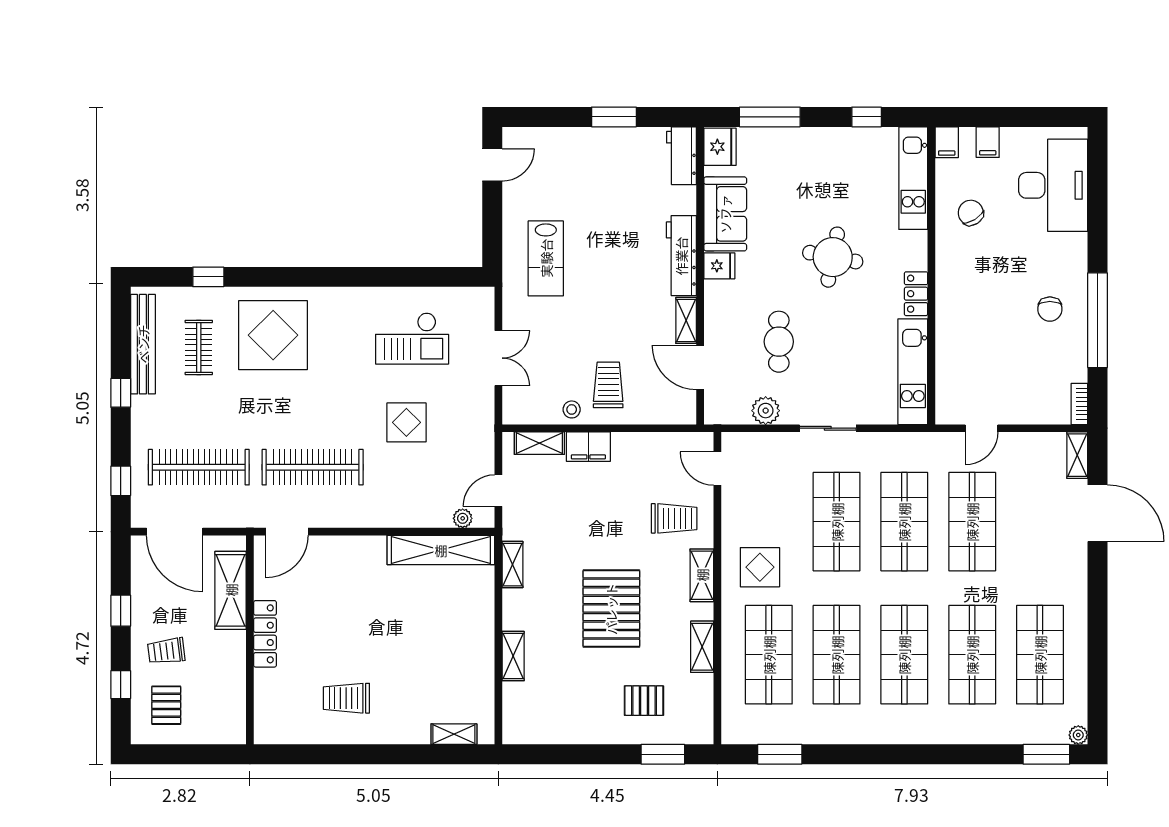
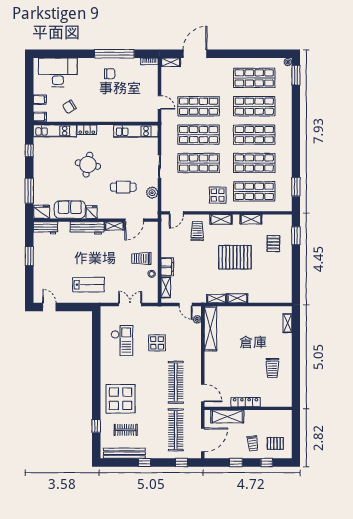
locker: (916, 294) -> (87, 130), moved
shelving: (513, 656) -> (237, 298), moved

